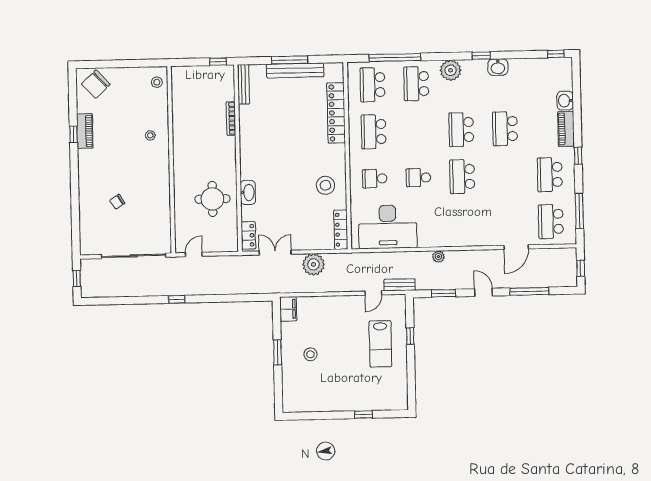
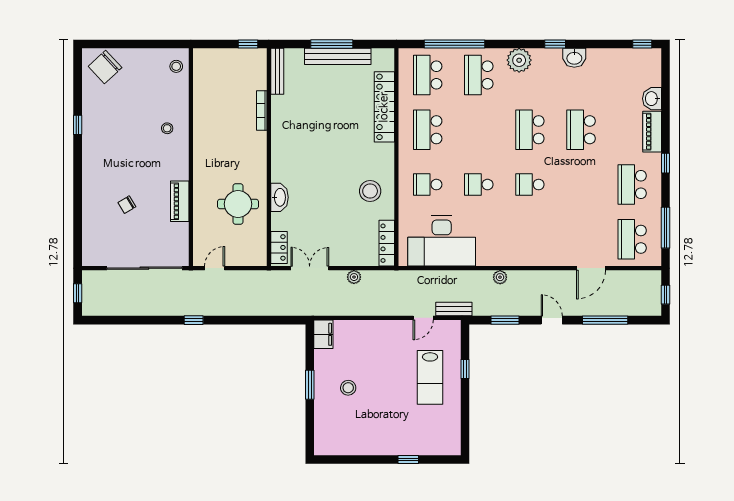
piano: (85, 131) -> (180, 201), moved, turned 180
school desk: (462, 177) -> (530, 185), width x0.54
plant: (313, 264) -> (354, 277), width x0.53, depth x0.53

